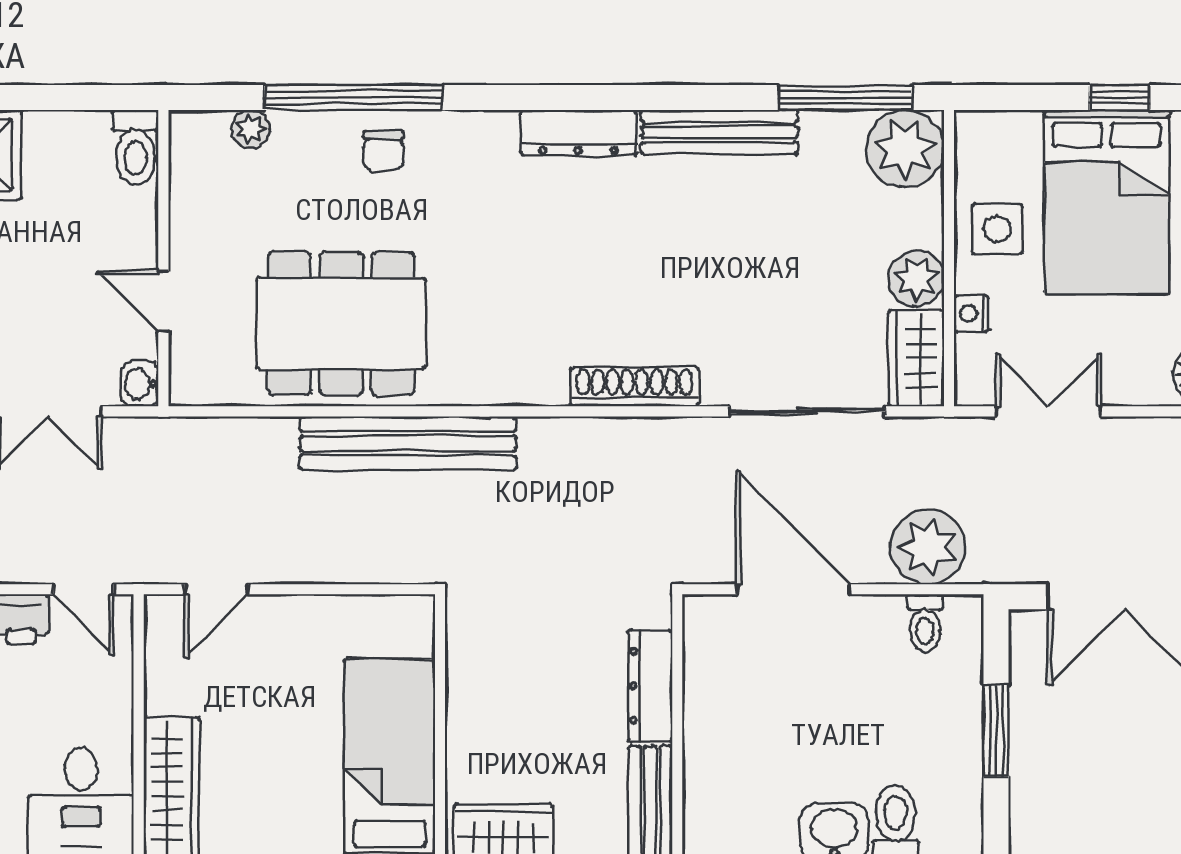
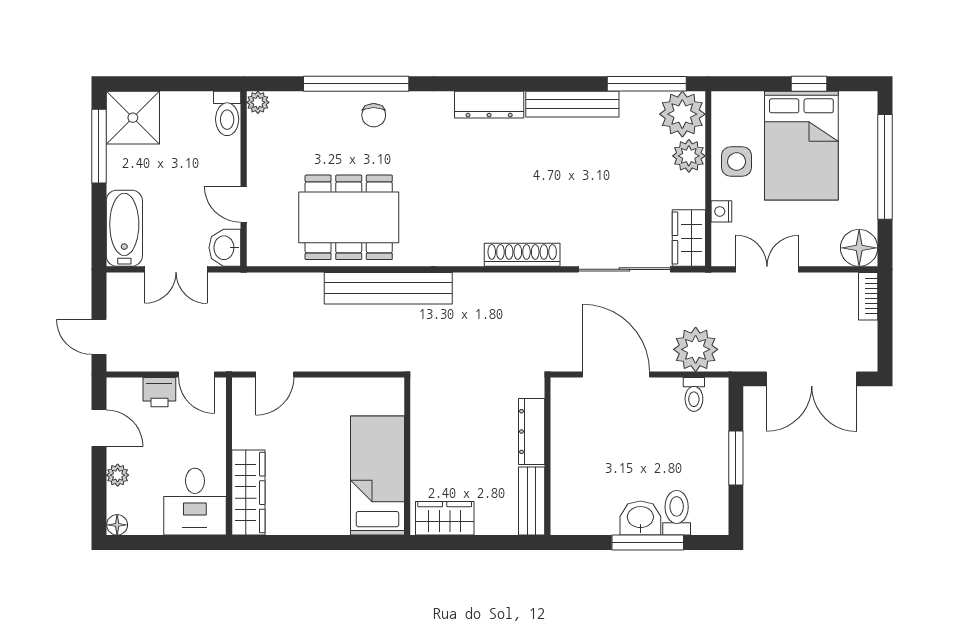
plant: (250, 129) -> (258, 102), moved
plant: (916, 279) -> (689, 156), moved
washbasin: (140, 384) -> (225, 248), width x1.38, depth x1.45

